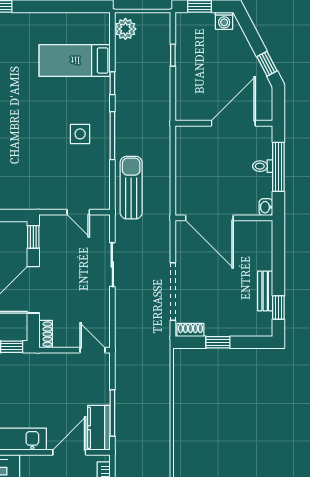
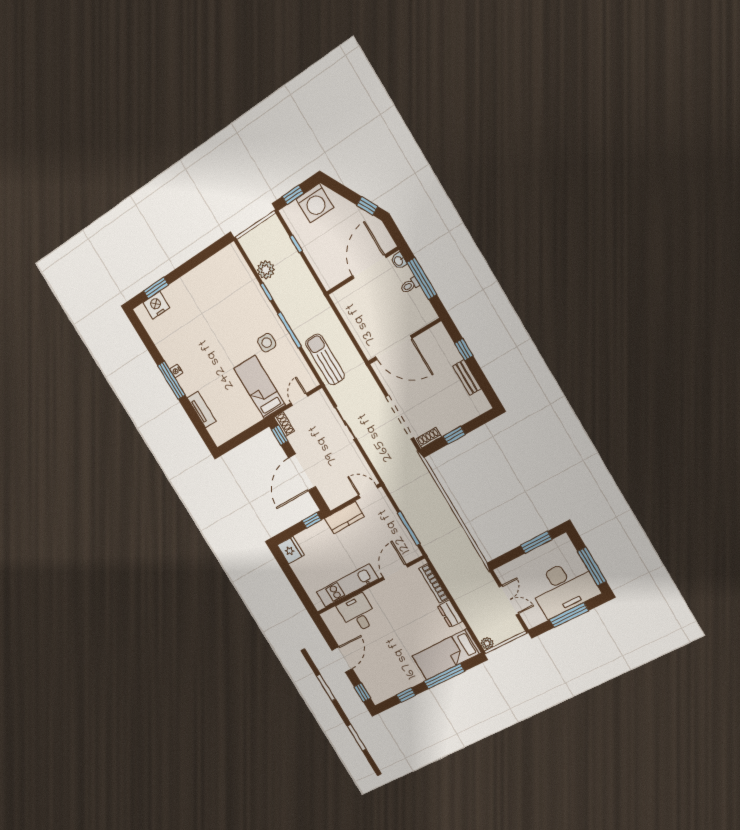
washing machine: (224, 21) -> (315, 203), width x1.89, depth x1.89
plant: (125, 29) -> (266, 270), moved
bed: (75, 60) -> (260, 387), moved, turned 90
washbasin: (266, 207) -> (399, 261), moved
door: (78, 212) -> (299, 399), swing flipped
window: (278, 307) -> (464, 350), moved
shoe rack: (46, 334) -> (284, 424), moved
kitchen counter: (99, 428) -> (344, 518), moved, turned -90

